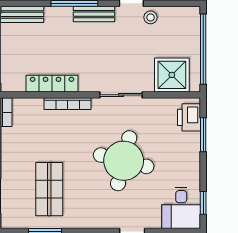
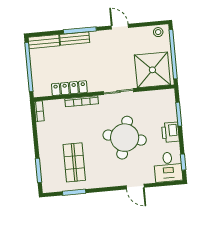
bench: (94, 14) -> (75, 38), moved
stool: (151, 17) -> (158, 32), moved
shower: (172, 75) -> (152, 70), width x1.37, depth x1.37
printer: (189, 117) -> (170, 132), moved

